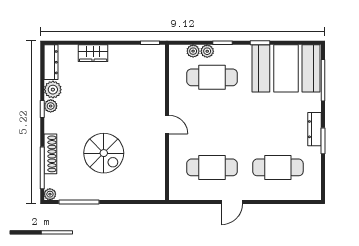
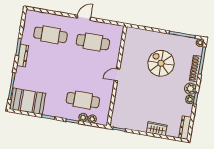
booth: (286, 68) -> (28, 101), width x0.73, depth x0.70
plant: (53, 90) -> (190, 89), moved
door: (167, 125) -> (117, 75), hinge flipped

